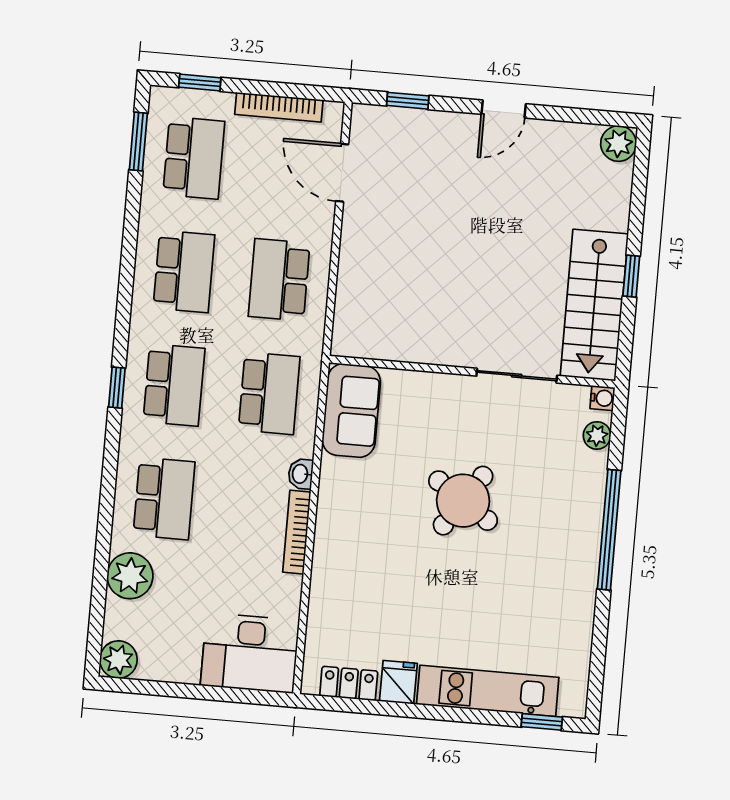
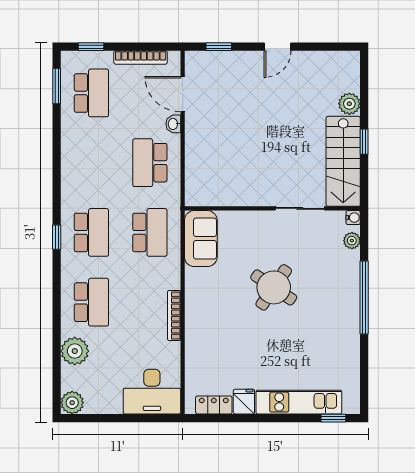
plant: (618, 144) -> (349, 104), moved
school desk: (184, 271) -> (91, 163), removed
washbasin: (301, 474) -> (173, 124), moved

